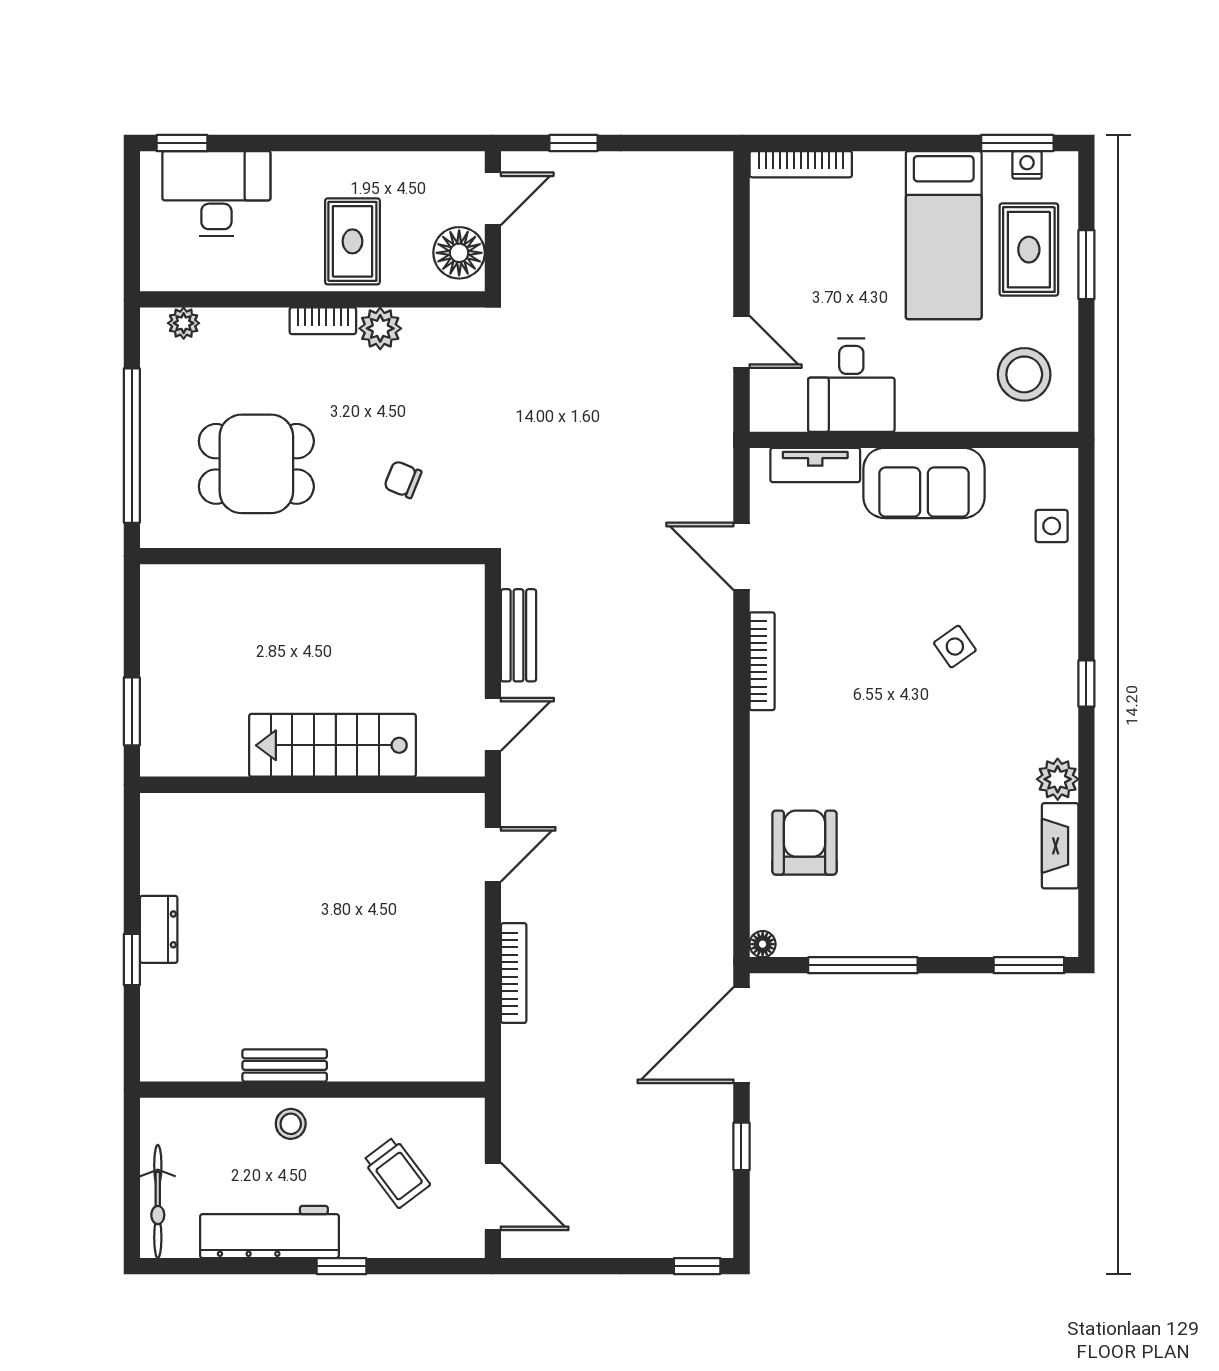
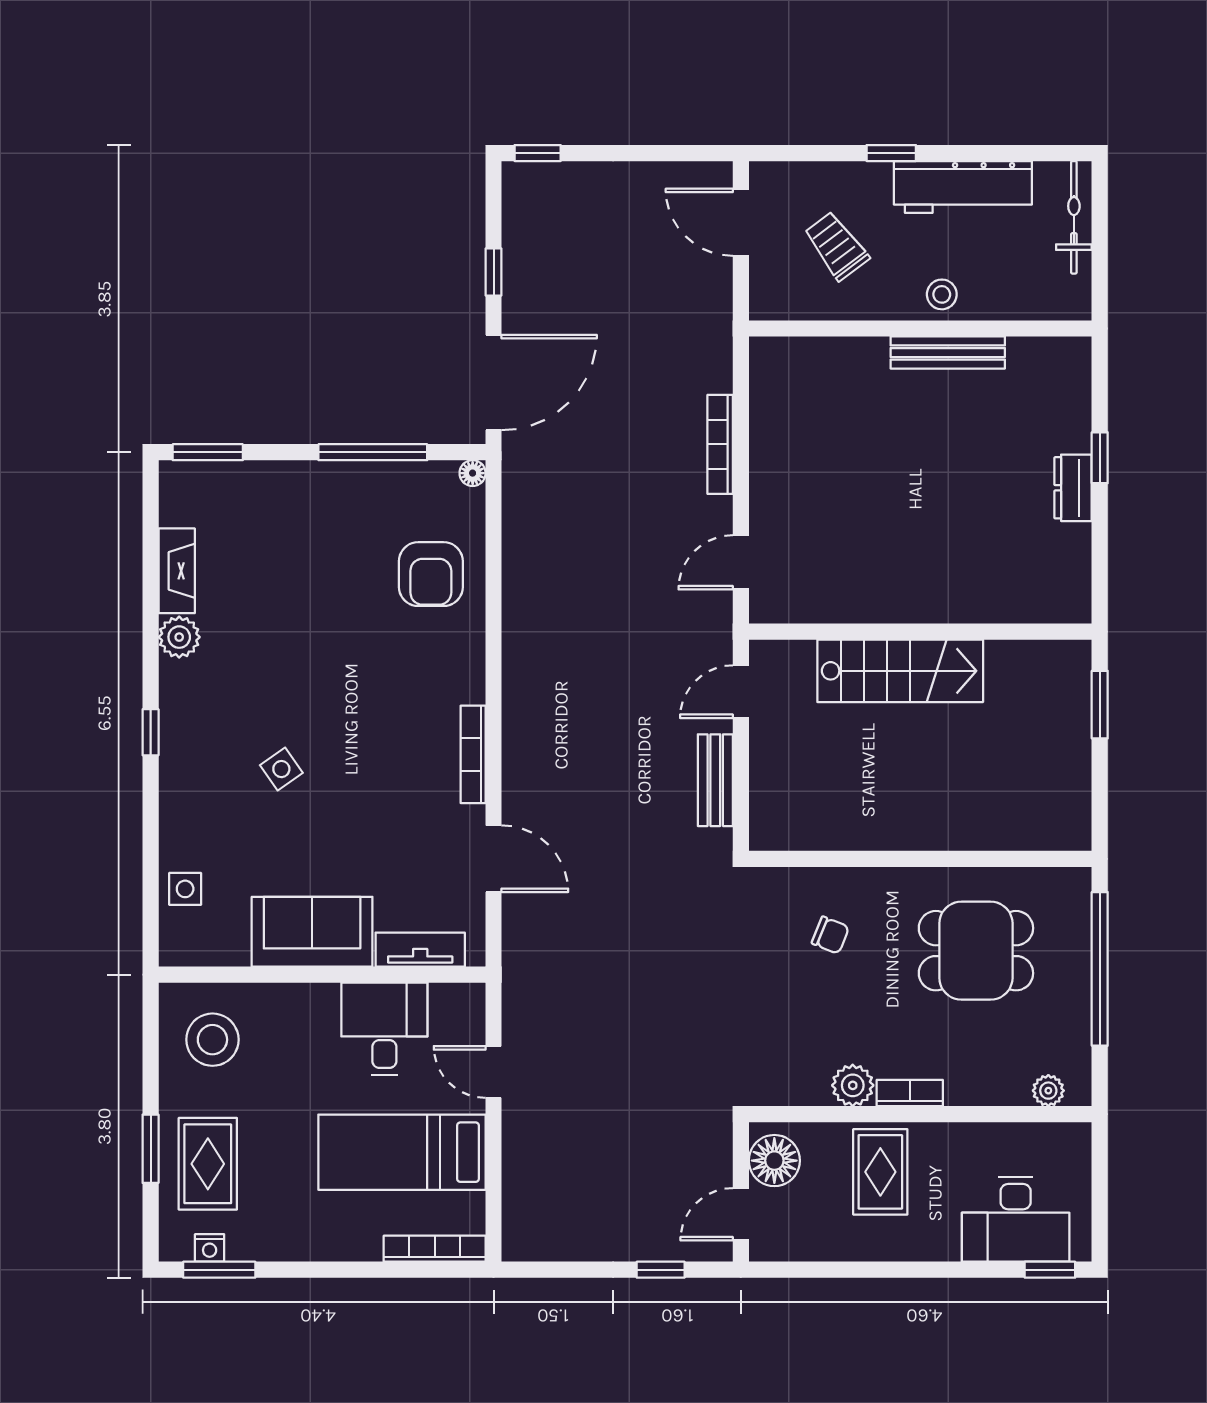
bed: (944, 235) -> (402, 1152), moved, turned -90
bench: (285, 1065) -> (948, 353), width x1.36

